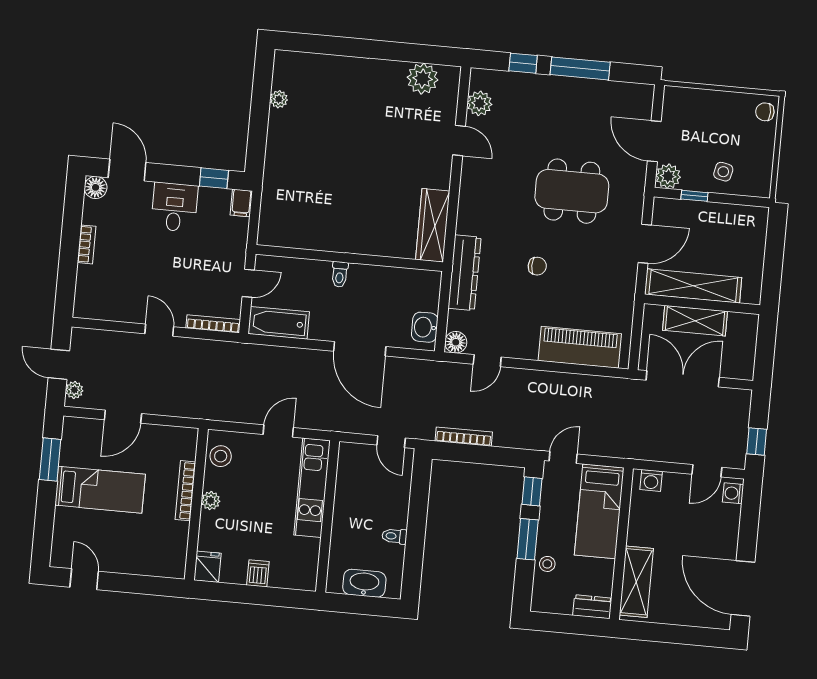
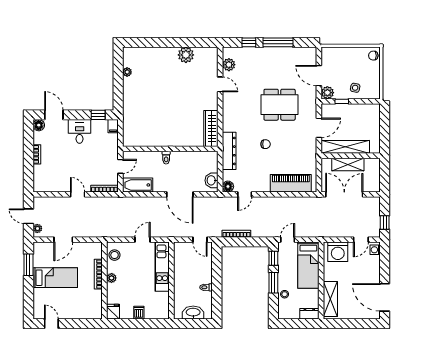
plant: (423, 79) -> (186, 55), moved
washing machine: (651, 480) -> (338, 252), width x1.89, depth x1.89

